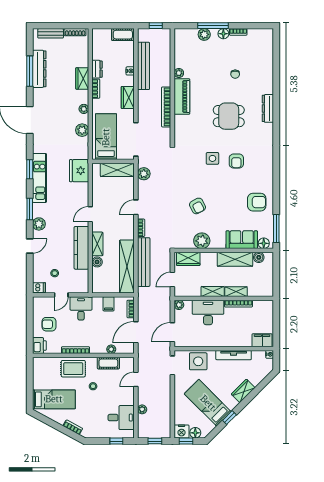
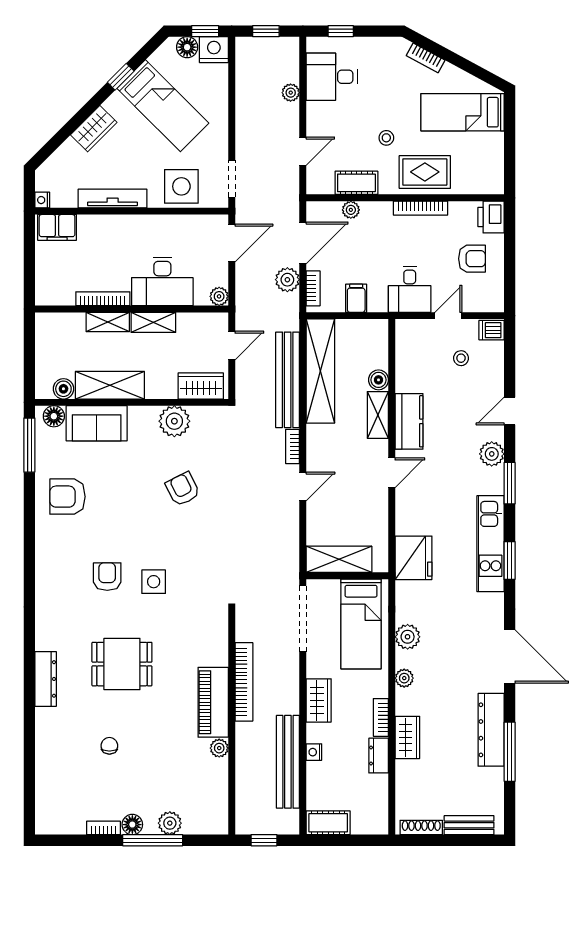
dresser: (39, 69) -> (491, 730), moved
plant: (144, 174) -> (287, 280), moved
kitchen counter: (81, 248) -> (409, 421), width x0.67

